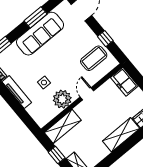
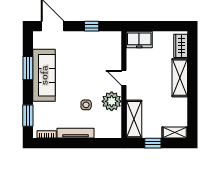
coffee table: (94, 58) -> (100, 49), removed

